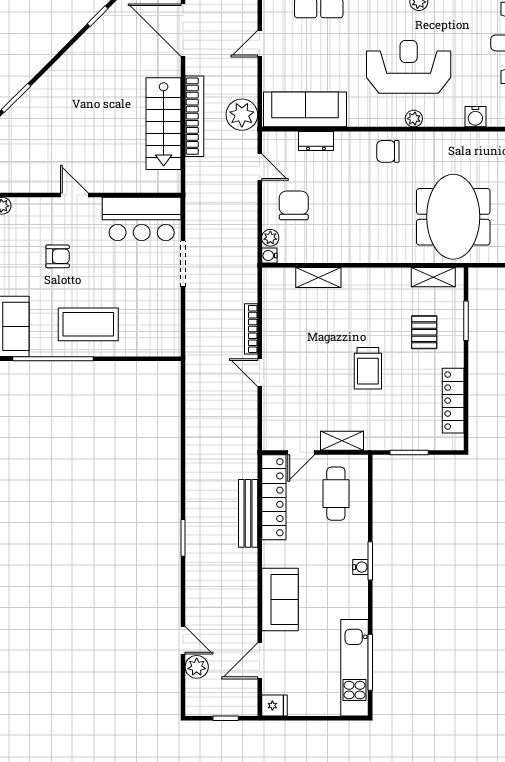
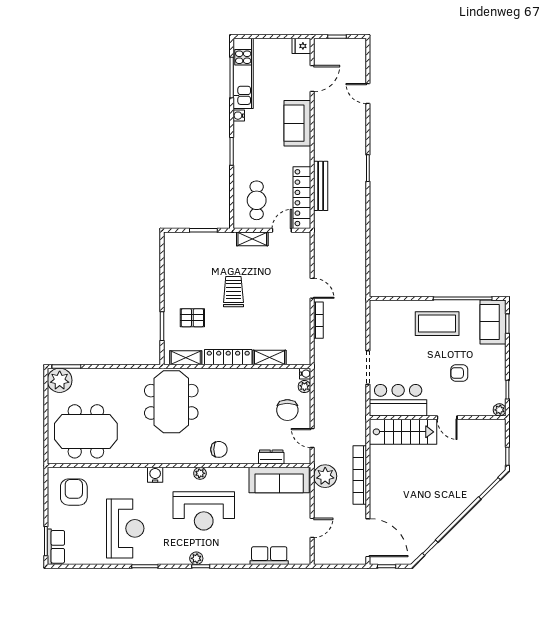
stairs: (164, 124) -> (403, 432), moved, turned 90
pallet: (424, 332) -> (192, 318), turned 90
locker: (453, 401) -> (228, 357), moved, turned -90
water cooler: (360, 567) -> (239, 116), moved
plant: (197, 667) -> (358, 74), removed

